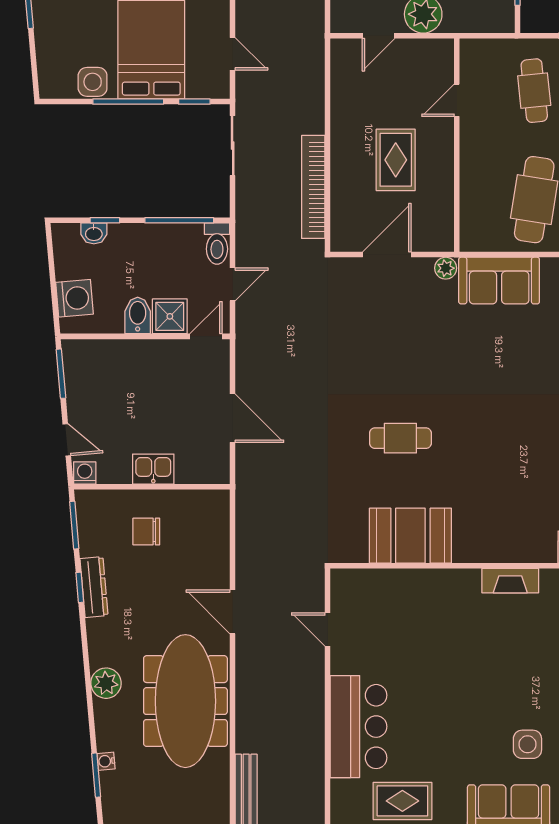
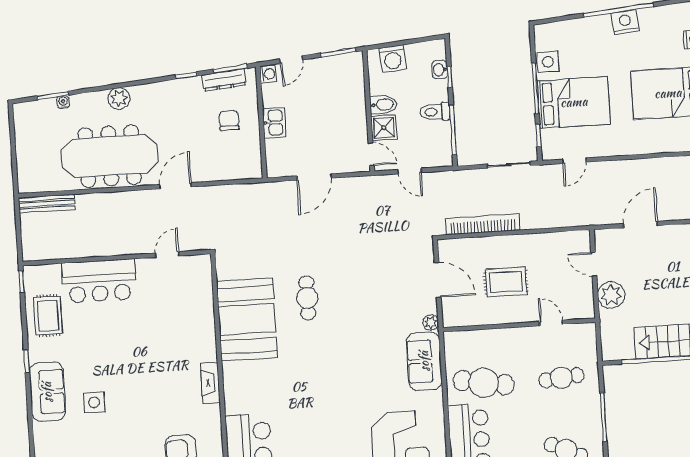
toilet: (217, 244) -> (435, 112), moved
booth: (410, 536) -> (247, 319), width x1.36, depth x1.42
dresser: (94, 587) -> (224, 80), moved

